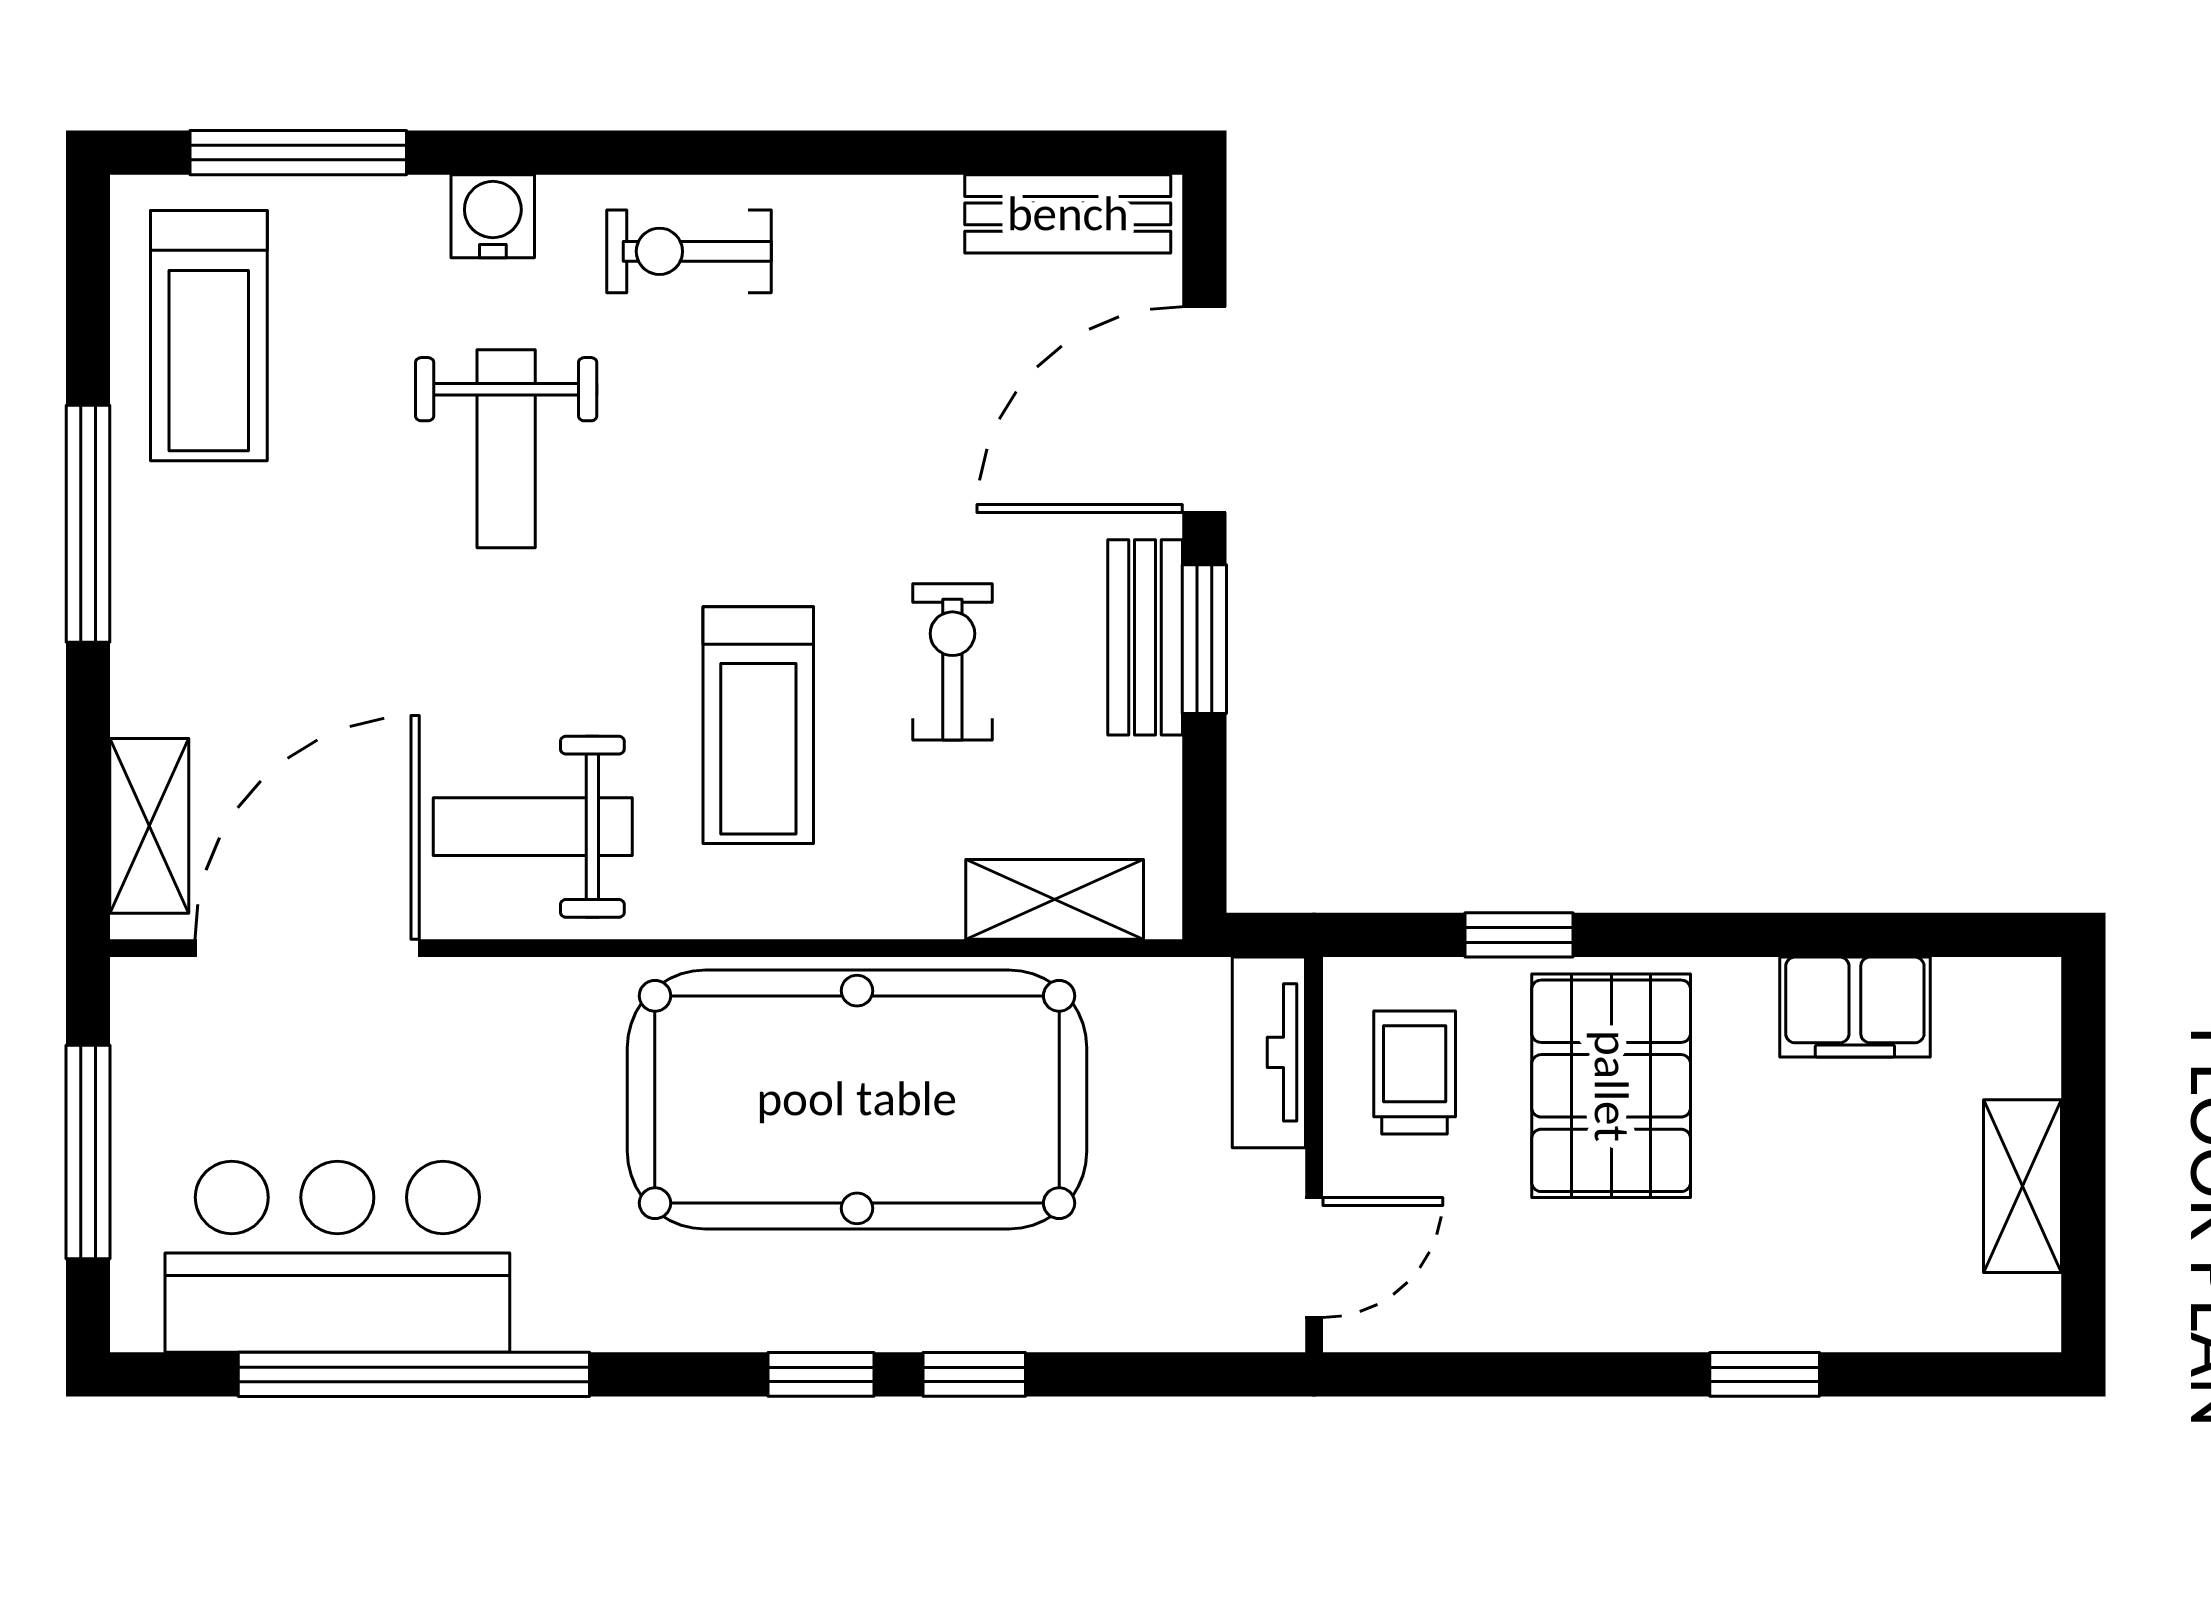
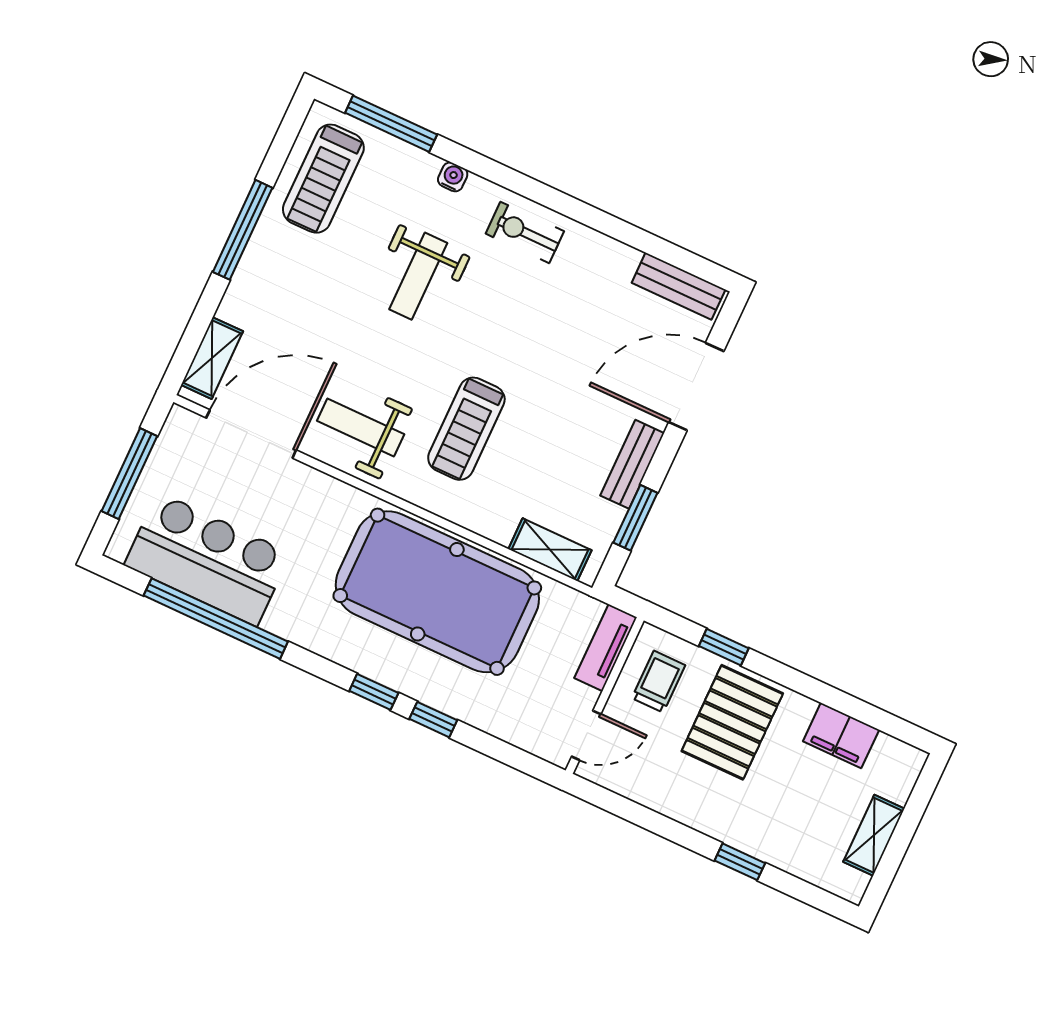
water cooler: (493, 216) -> (453, 177), width x0.72, depth x0.72
window: (1204, 639) -> (635, 518), moved
exercise bike: (952, 662) -> (553, 439), removed

